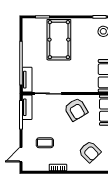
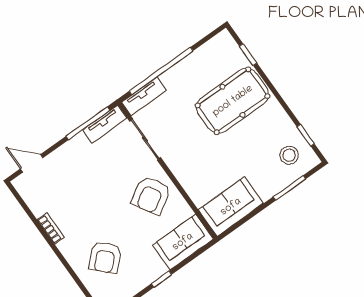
coffee table: (45, 143) -> (73, 185), removed

